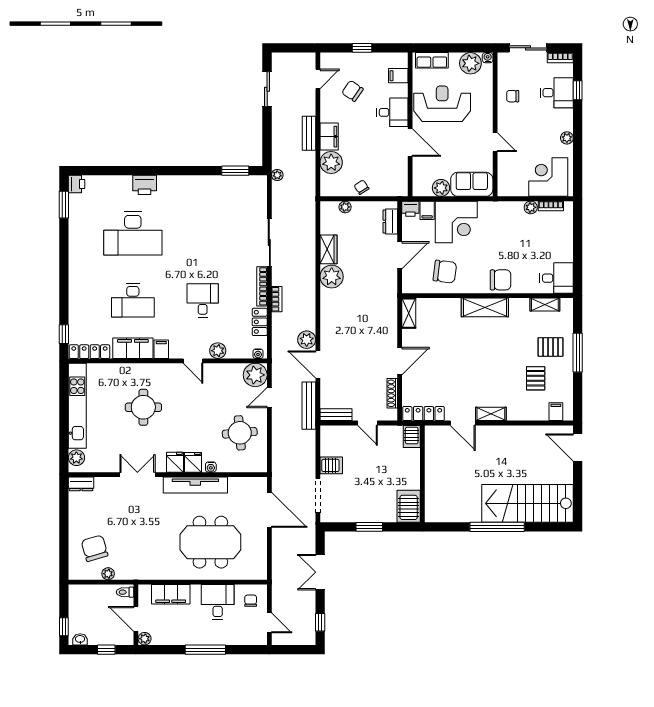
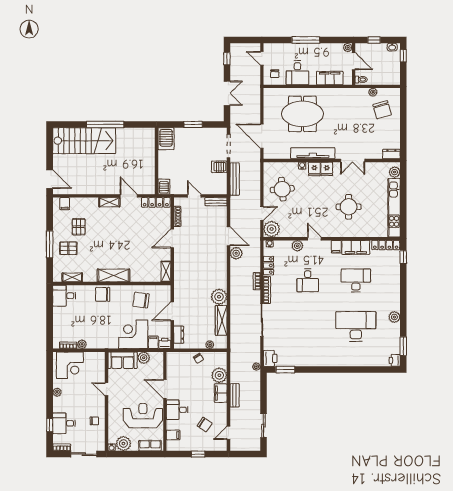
reception desk: (442, 104) -> (143, 416), turned 180
printer: (145, 185) -> (270, 358), moved, turned 90
plant: (77, 247) -> (394, 317), added
wardrobe: (328, 249) -> (221, 320), width x1.50
bench: (309, 406) -> (235, 179), moved

